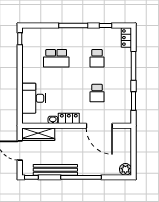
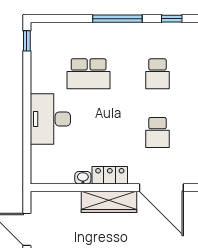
desk: (34, 98) -> (50, 119), moved
wardrobe: (38, 134) -> (109, 202), moved

